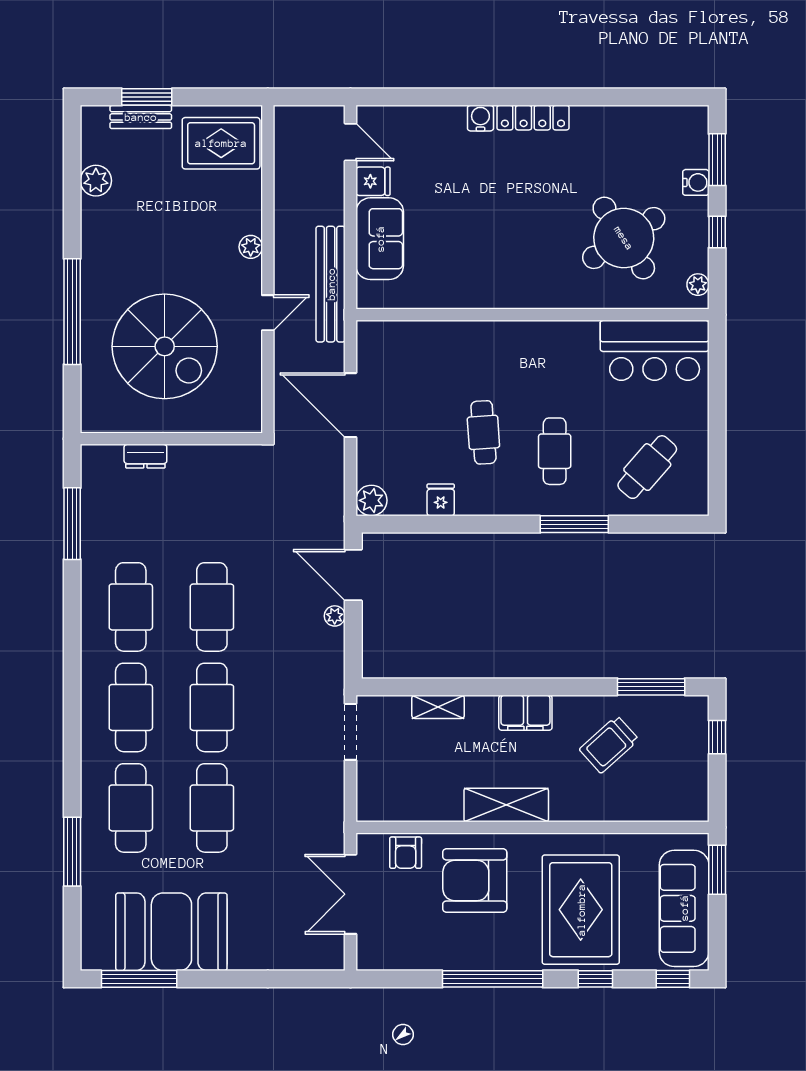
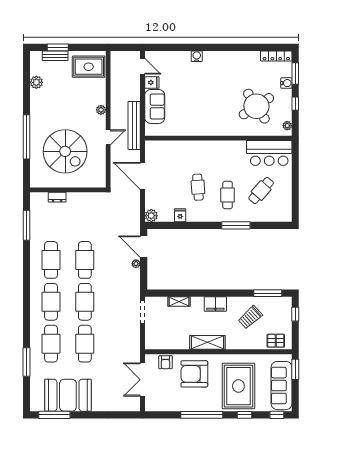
locker: (533, 118) -> (276, 56), moved
cafe table: (647, 467) -> (261, 191), moved
pallet: (670, 801) -> (276, 341), added

